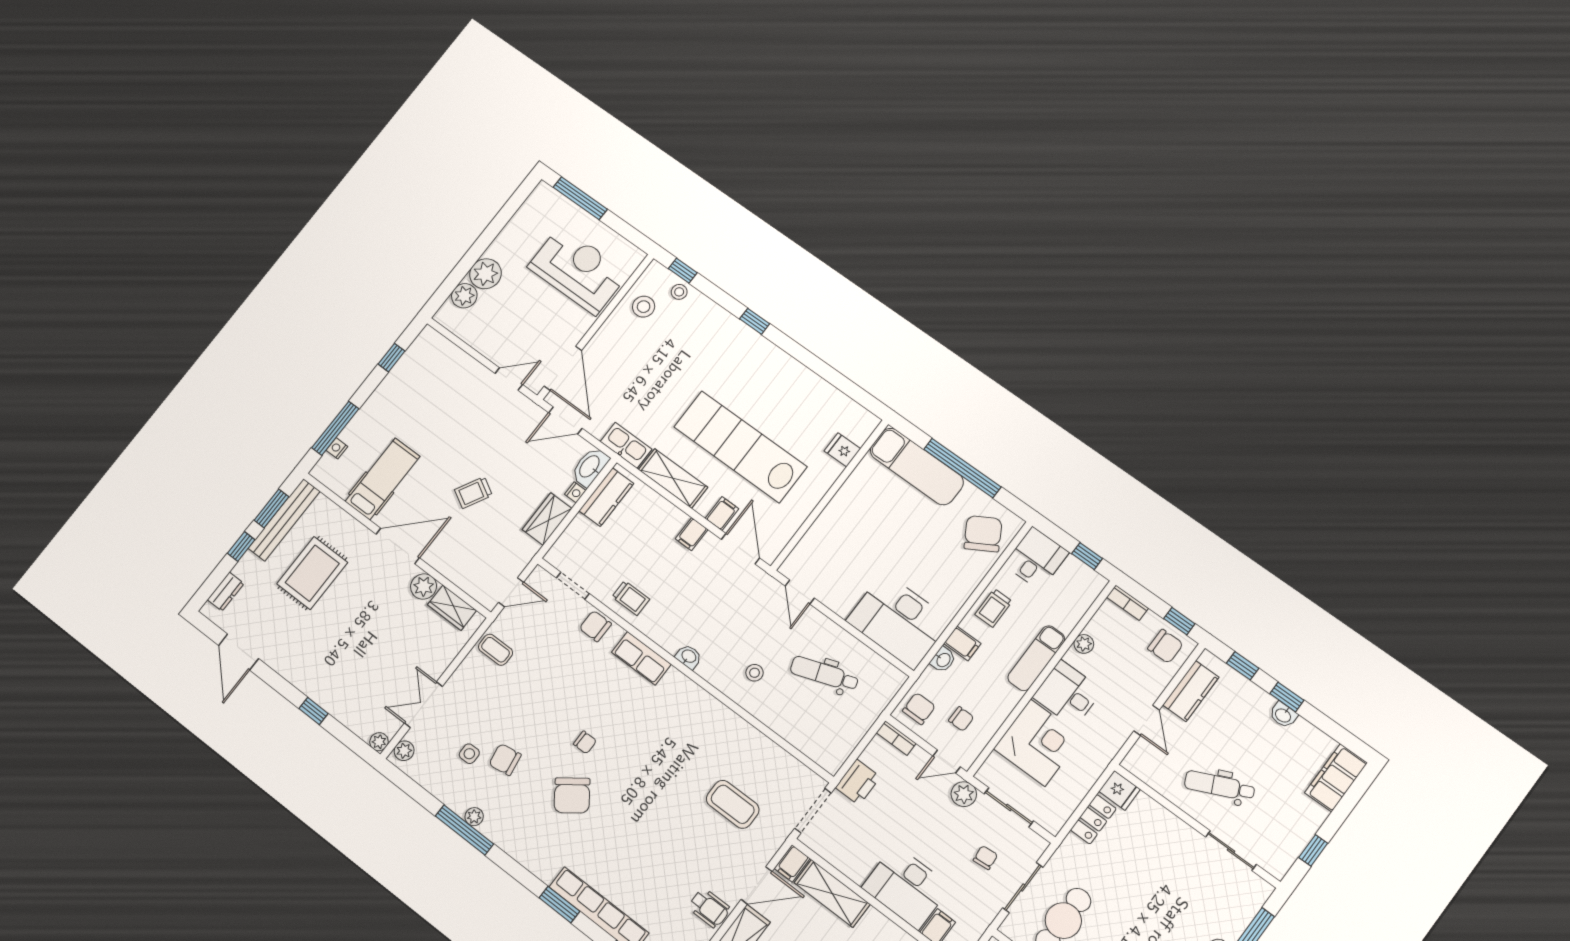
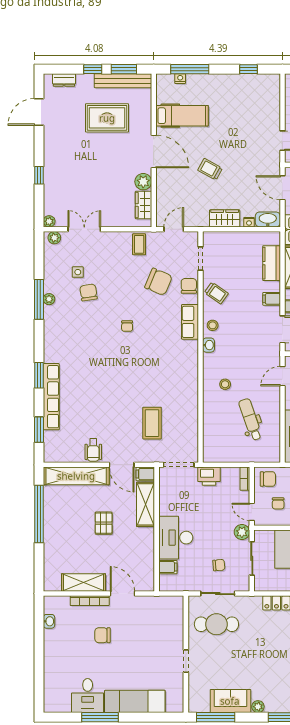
kitchen counter: (606, 497) -> (272, 263), moved, turned 90
door: (511, 592) -> (174, 229), swing flipped
trolley: (631, 598) -> (216, 293), turned -55
stool: (668, 633) -> (213, 325), added
chair: (572, 796) -> (159, 282), moved, turned -121

